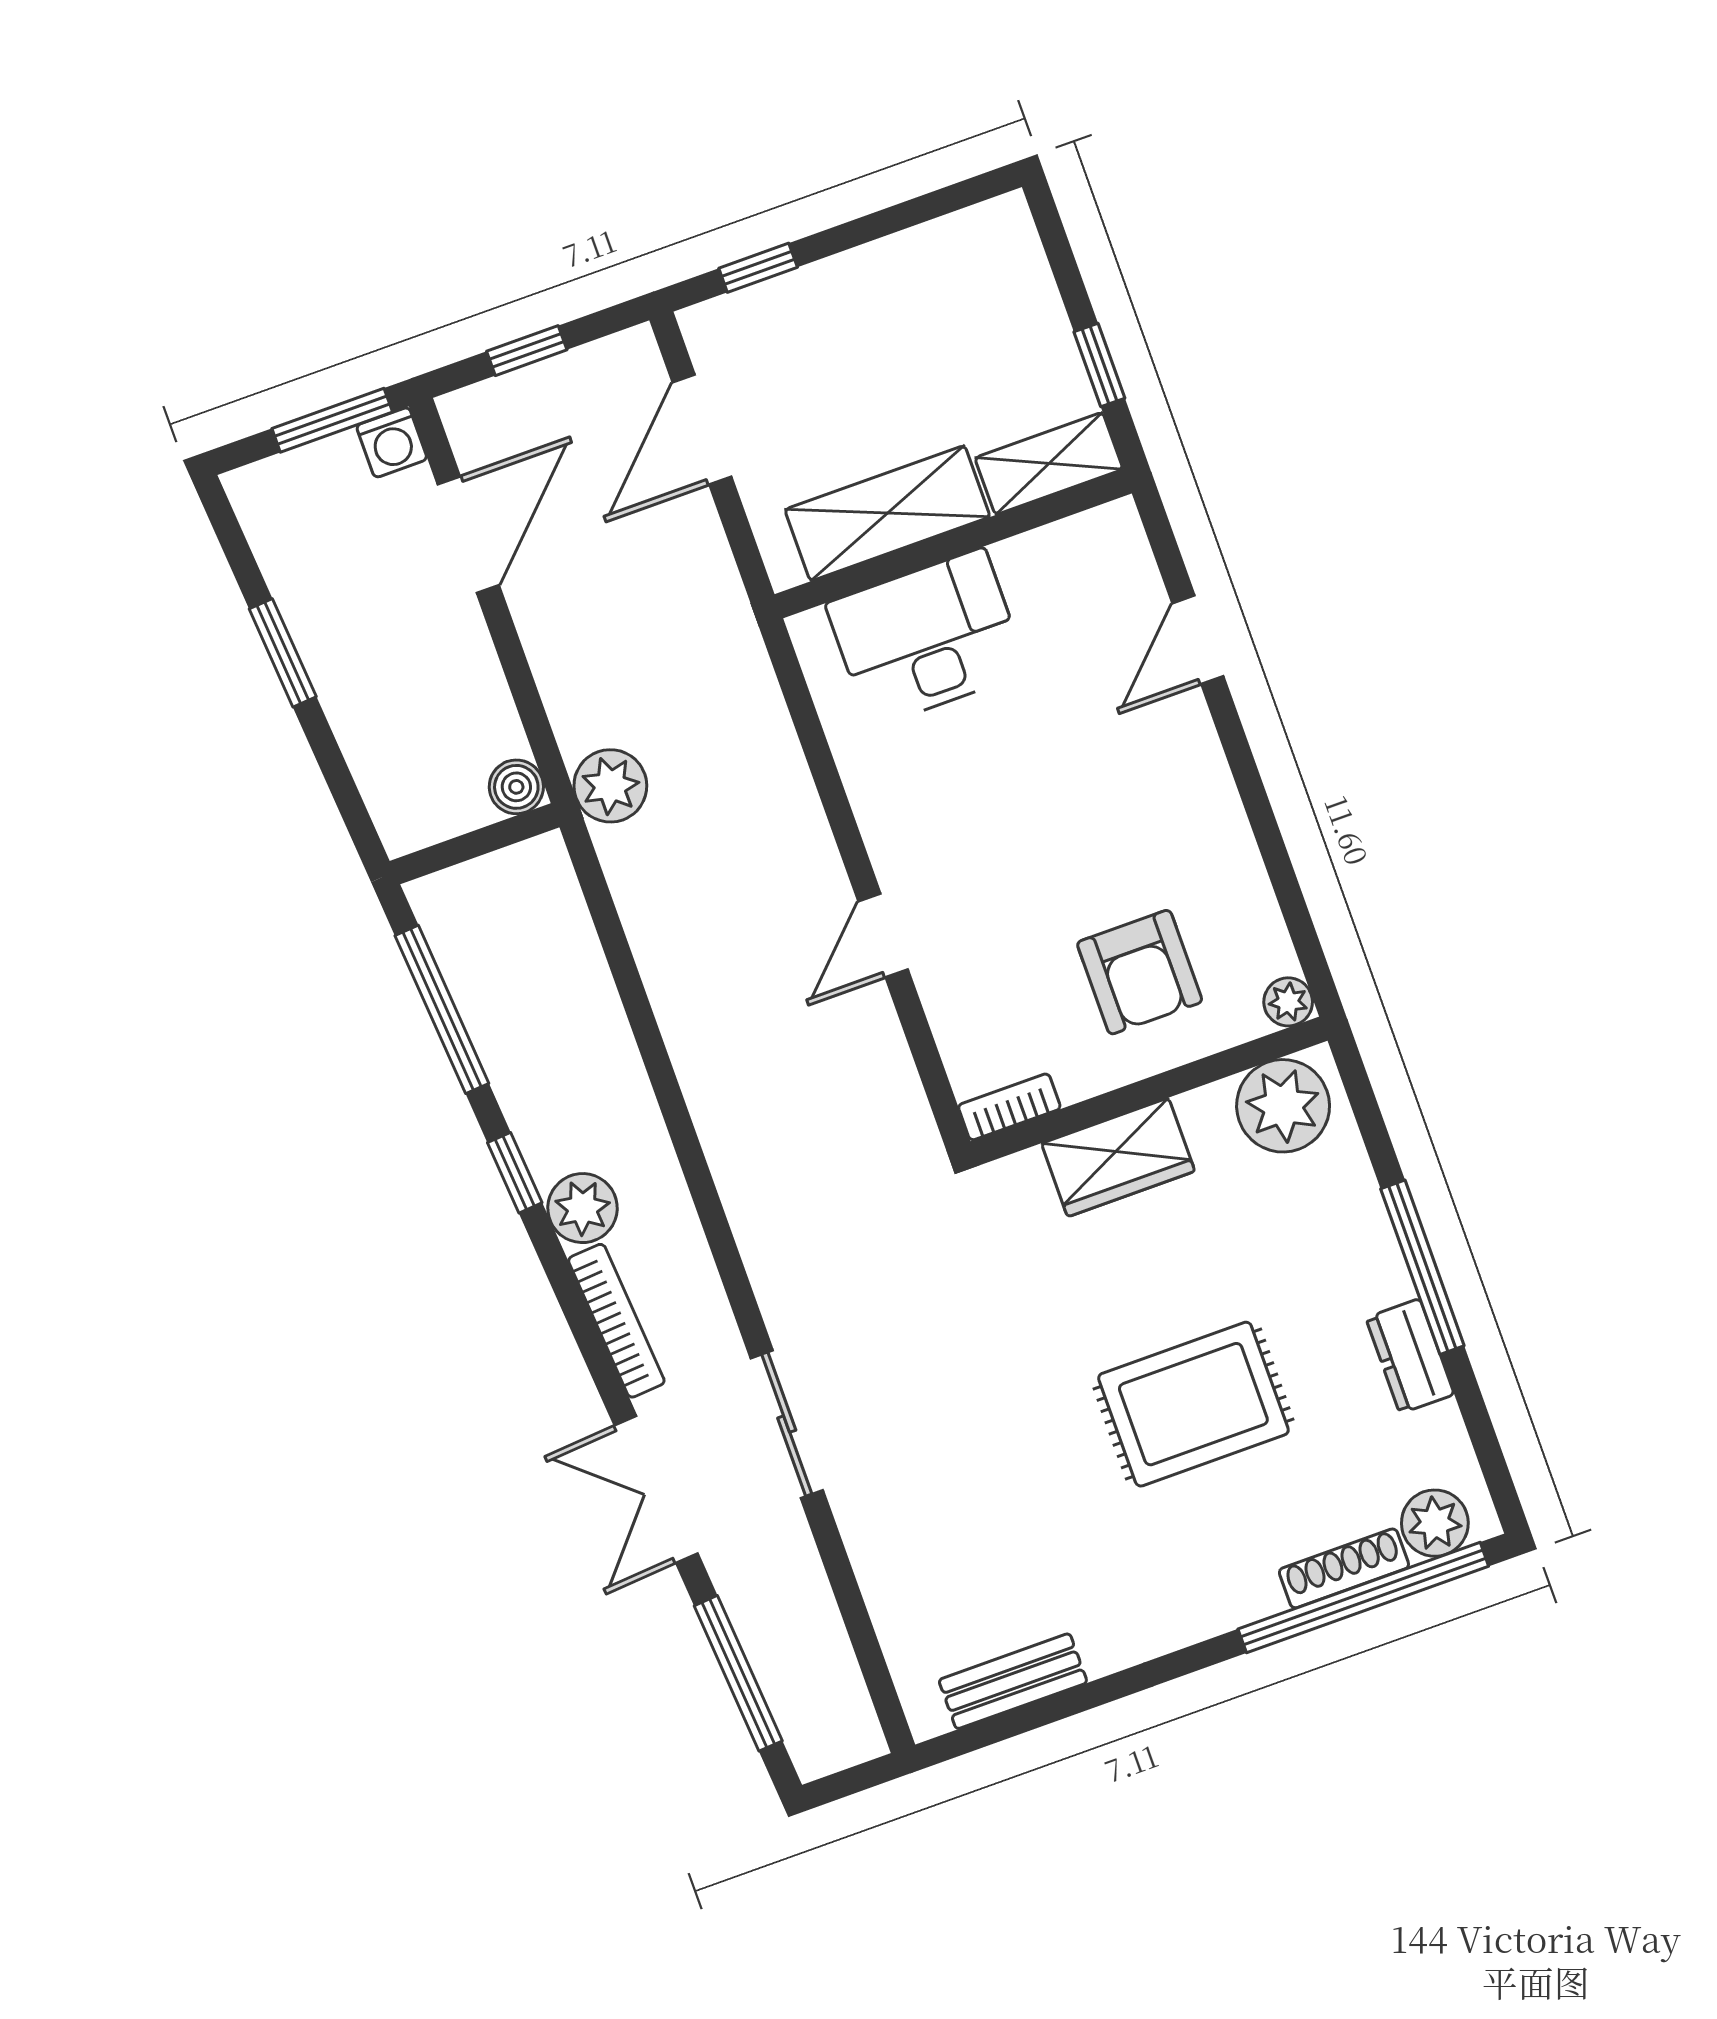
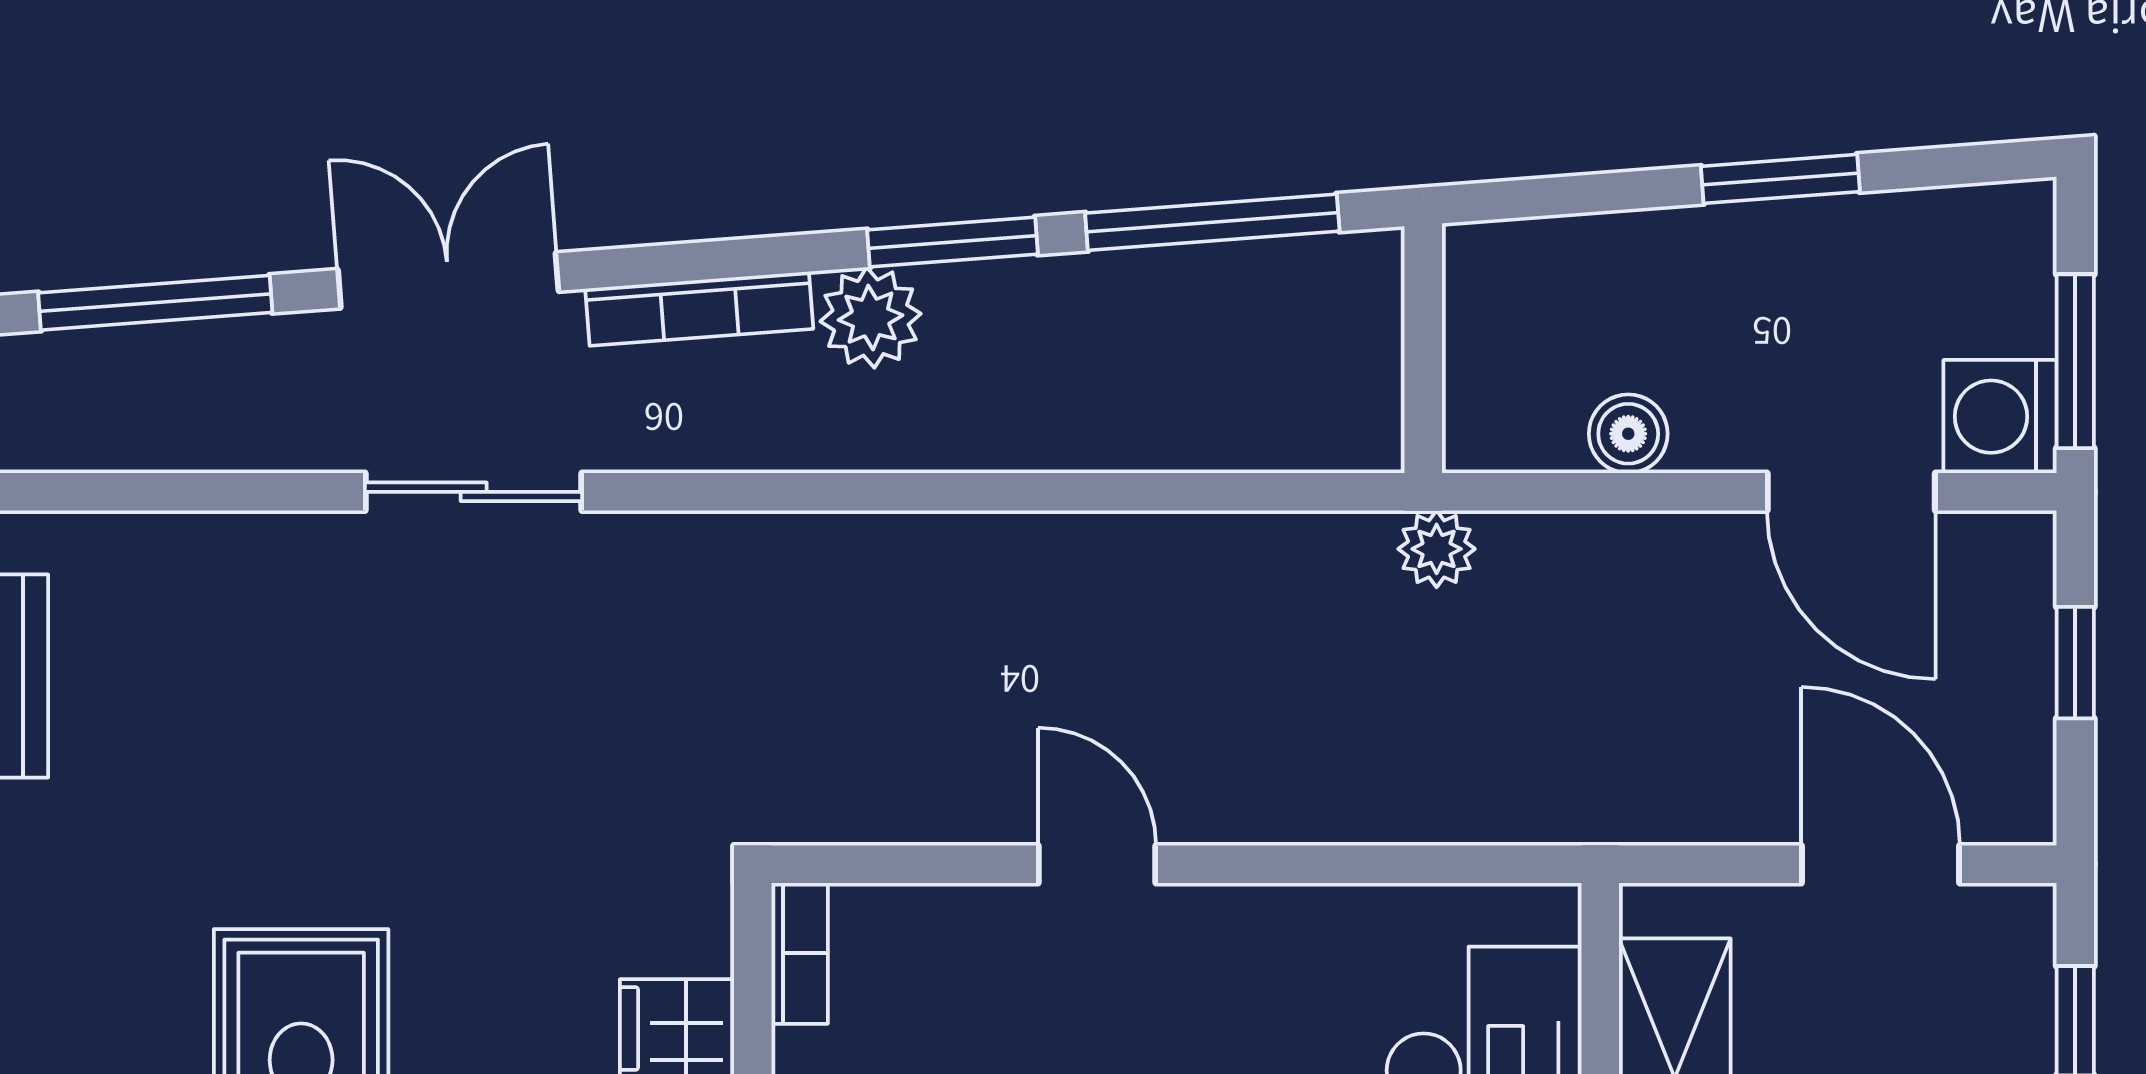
washing machine: (392, 442) -> (2000, 417), width x1.38, depth x1.38
plant: (610, 786) -> (1437, 549), width x0.73, depth x0.73
boiler: (516, 787) -> (1628, 434), moved
window: (515, 1173) -> (952, 242), width x1.50

